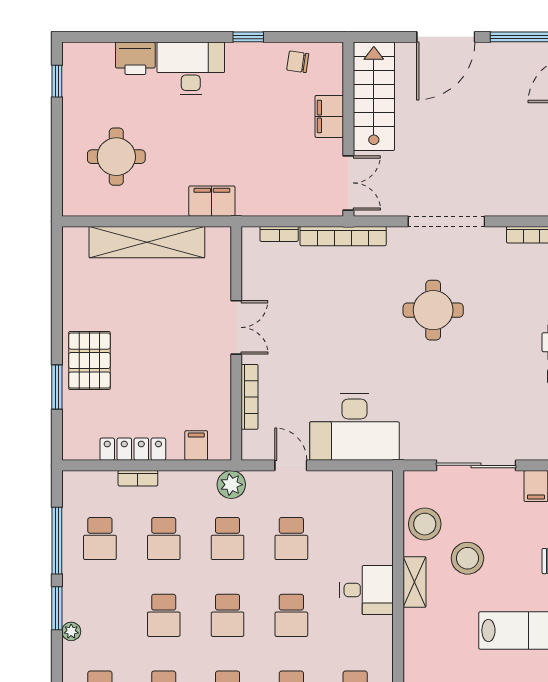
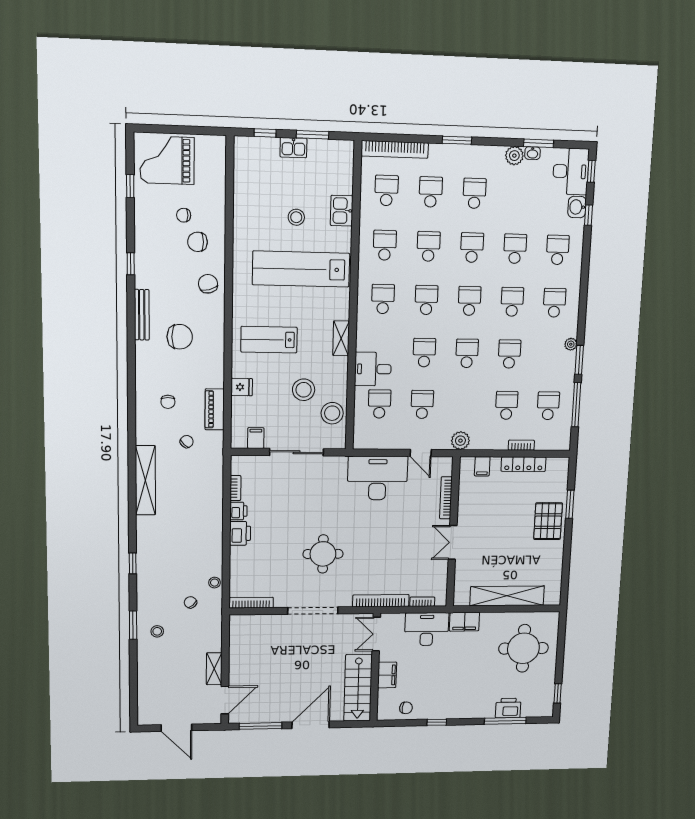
window: (139, 37) -> (505, 721), added
desk: (191, 68) -> (427, 629), moved, turned 180
round table: (116, 157) -> (523, 648), width x1.36, depth x1.36
school desk: (228, 539) -> (379, 404), moved
shelving: (415, 582) -> (341, 338), moved

